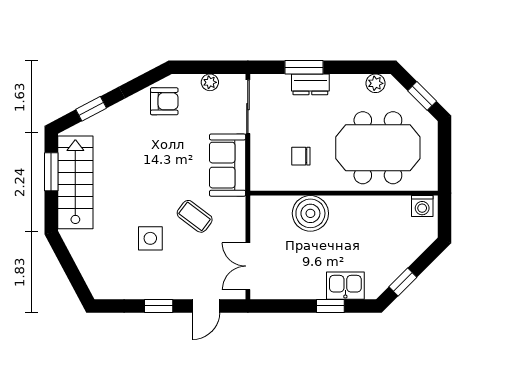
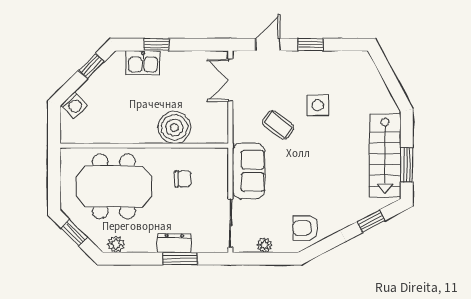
washing machine: (422, 206) -> (74, 105), moved, turned 135
double door: (248, 266) -> (230, 80), swing flipped

